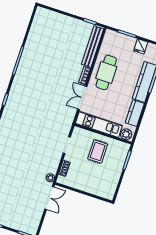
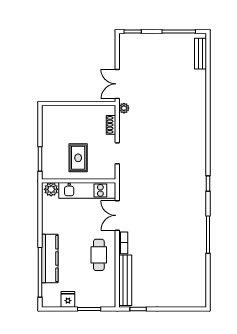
cafe table: (106, 72) -> (99, 255), width x0.73, depth x0.74
double door: (82, 98) -> (117, 215), swing flipped
kitchen counter: (135, 113) -> (49, 218), removed

